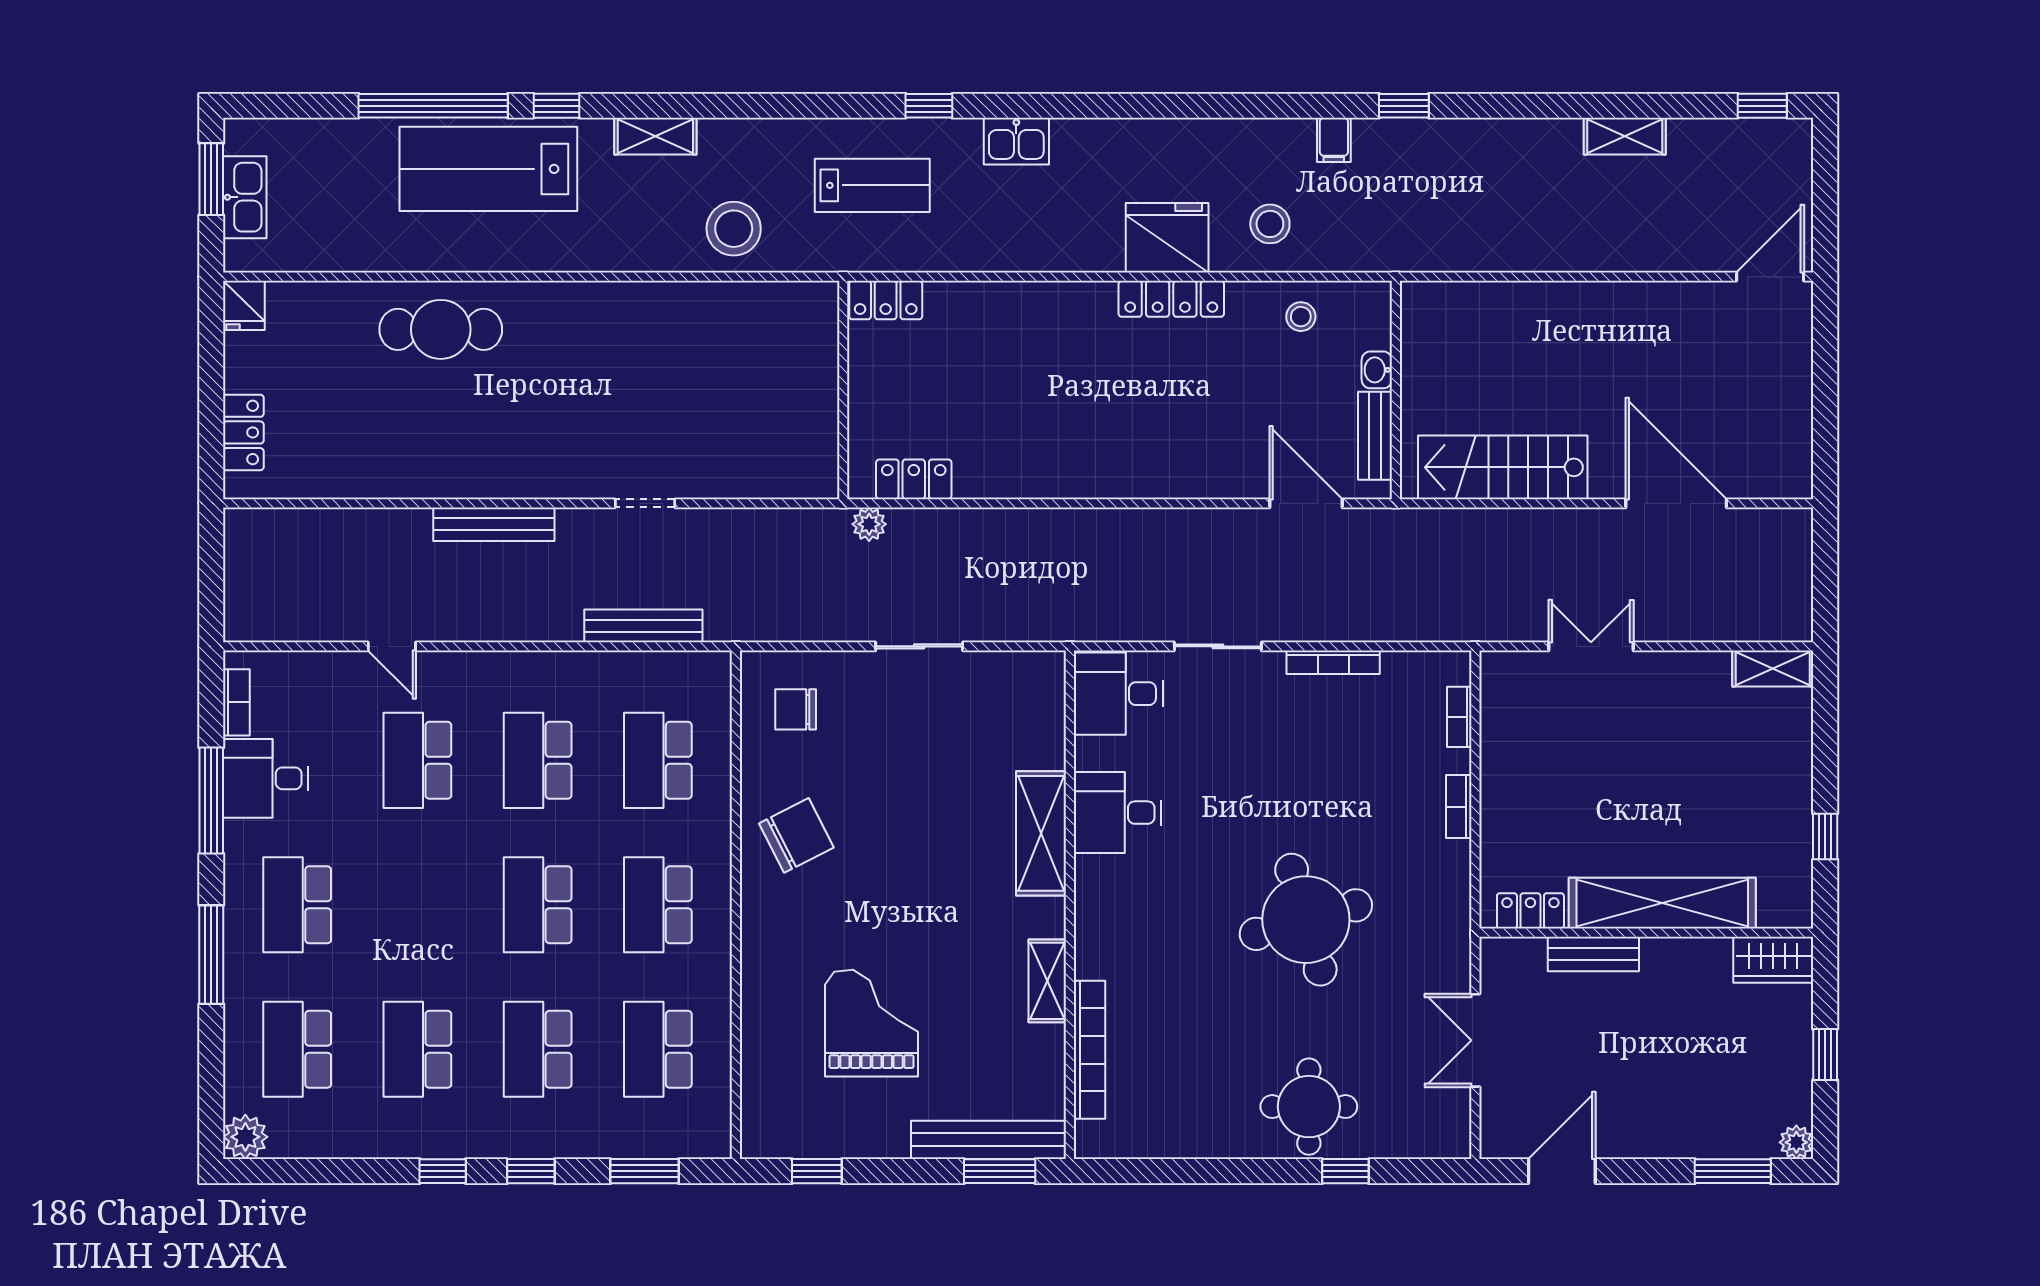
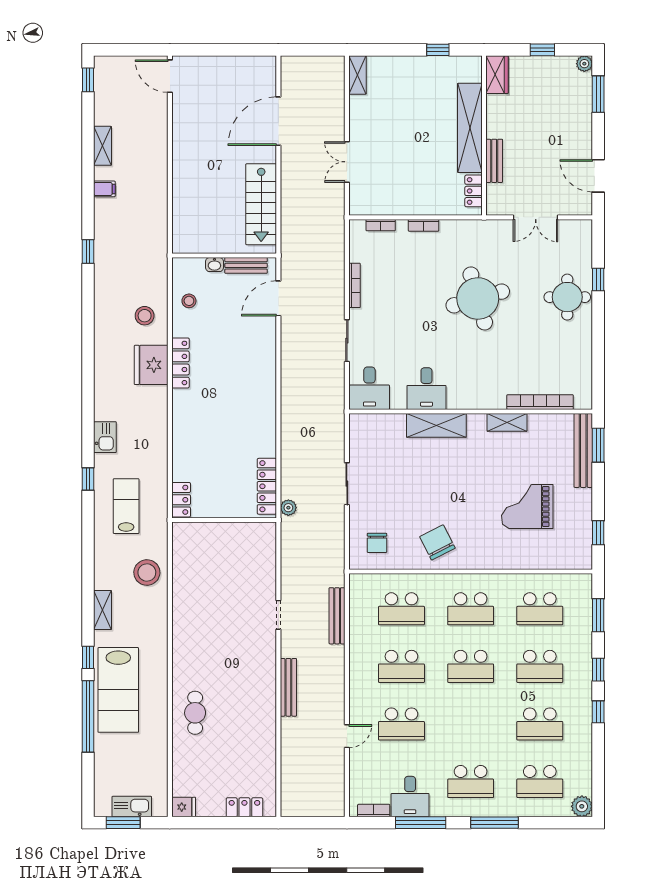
filing cabinet: (1334, 140) -> (104, 189), moved
cafe table: (441, 329) -> (195, 713), width x0.73, depth x0.74
locker: (914, 479) -> (267, 486), width x1.53

